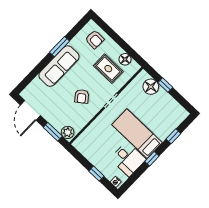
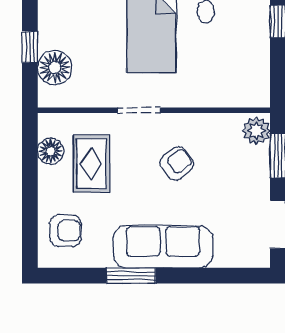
armchair: (95, 39) -> (65, 231), turned 88

